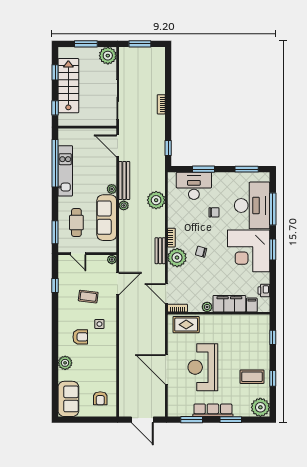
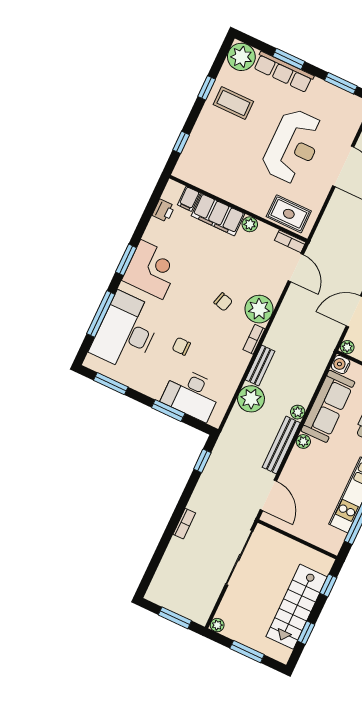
plant: (108, 56) -> (217, 625), width x0.53, depth x0.53
water cooler: (111, 247) -> (341, 365), added
bench: (160, 251) -> (260, 366), moved
corner desk: (249, 251) -> (152, 269), width x0.74, depth x0.74
row of seats: (213, 410) -> (284, 72), moved

